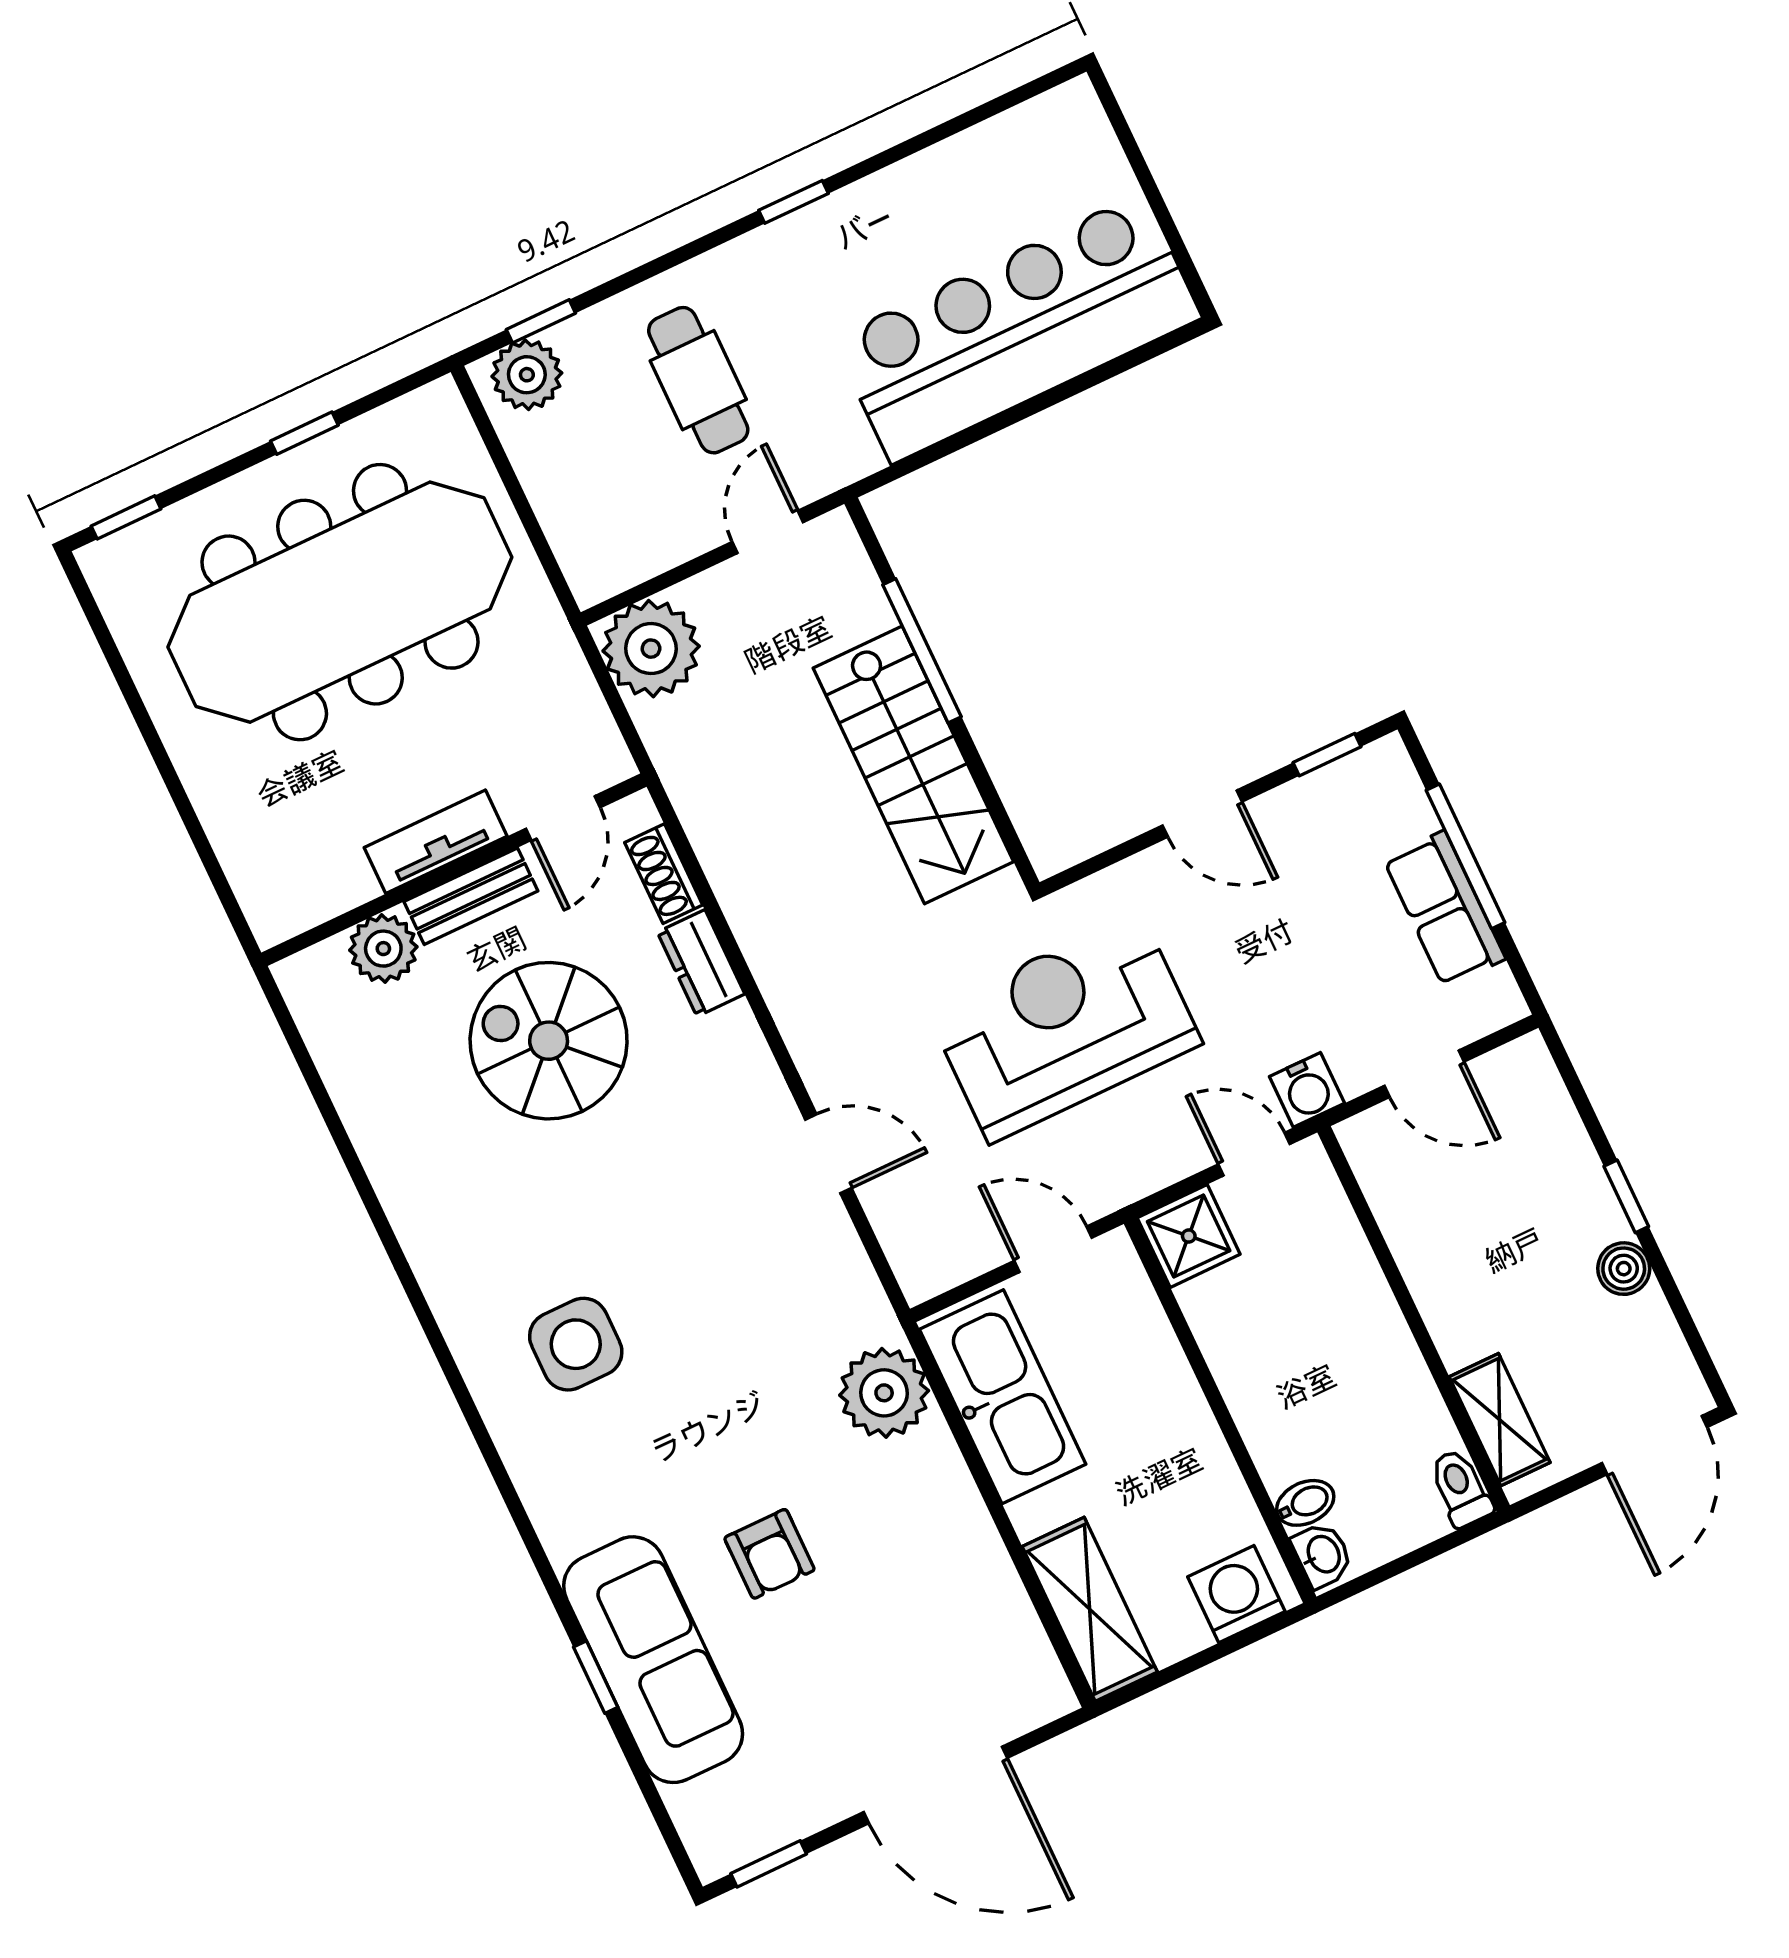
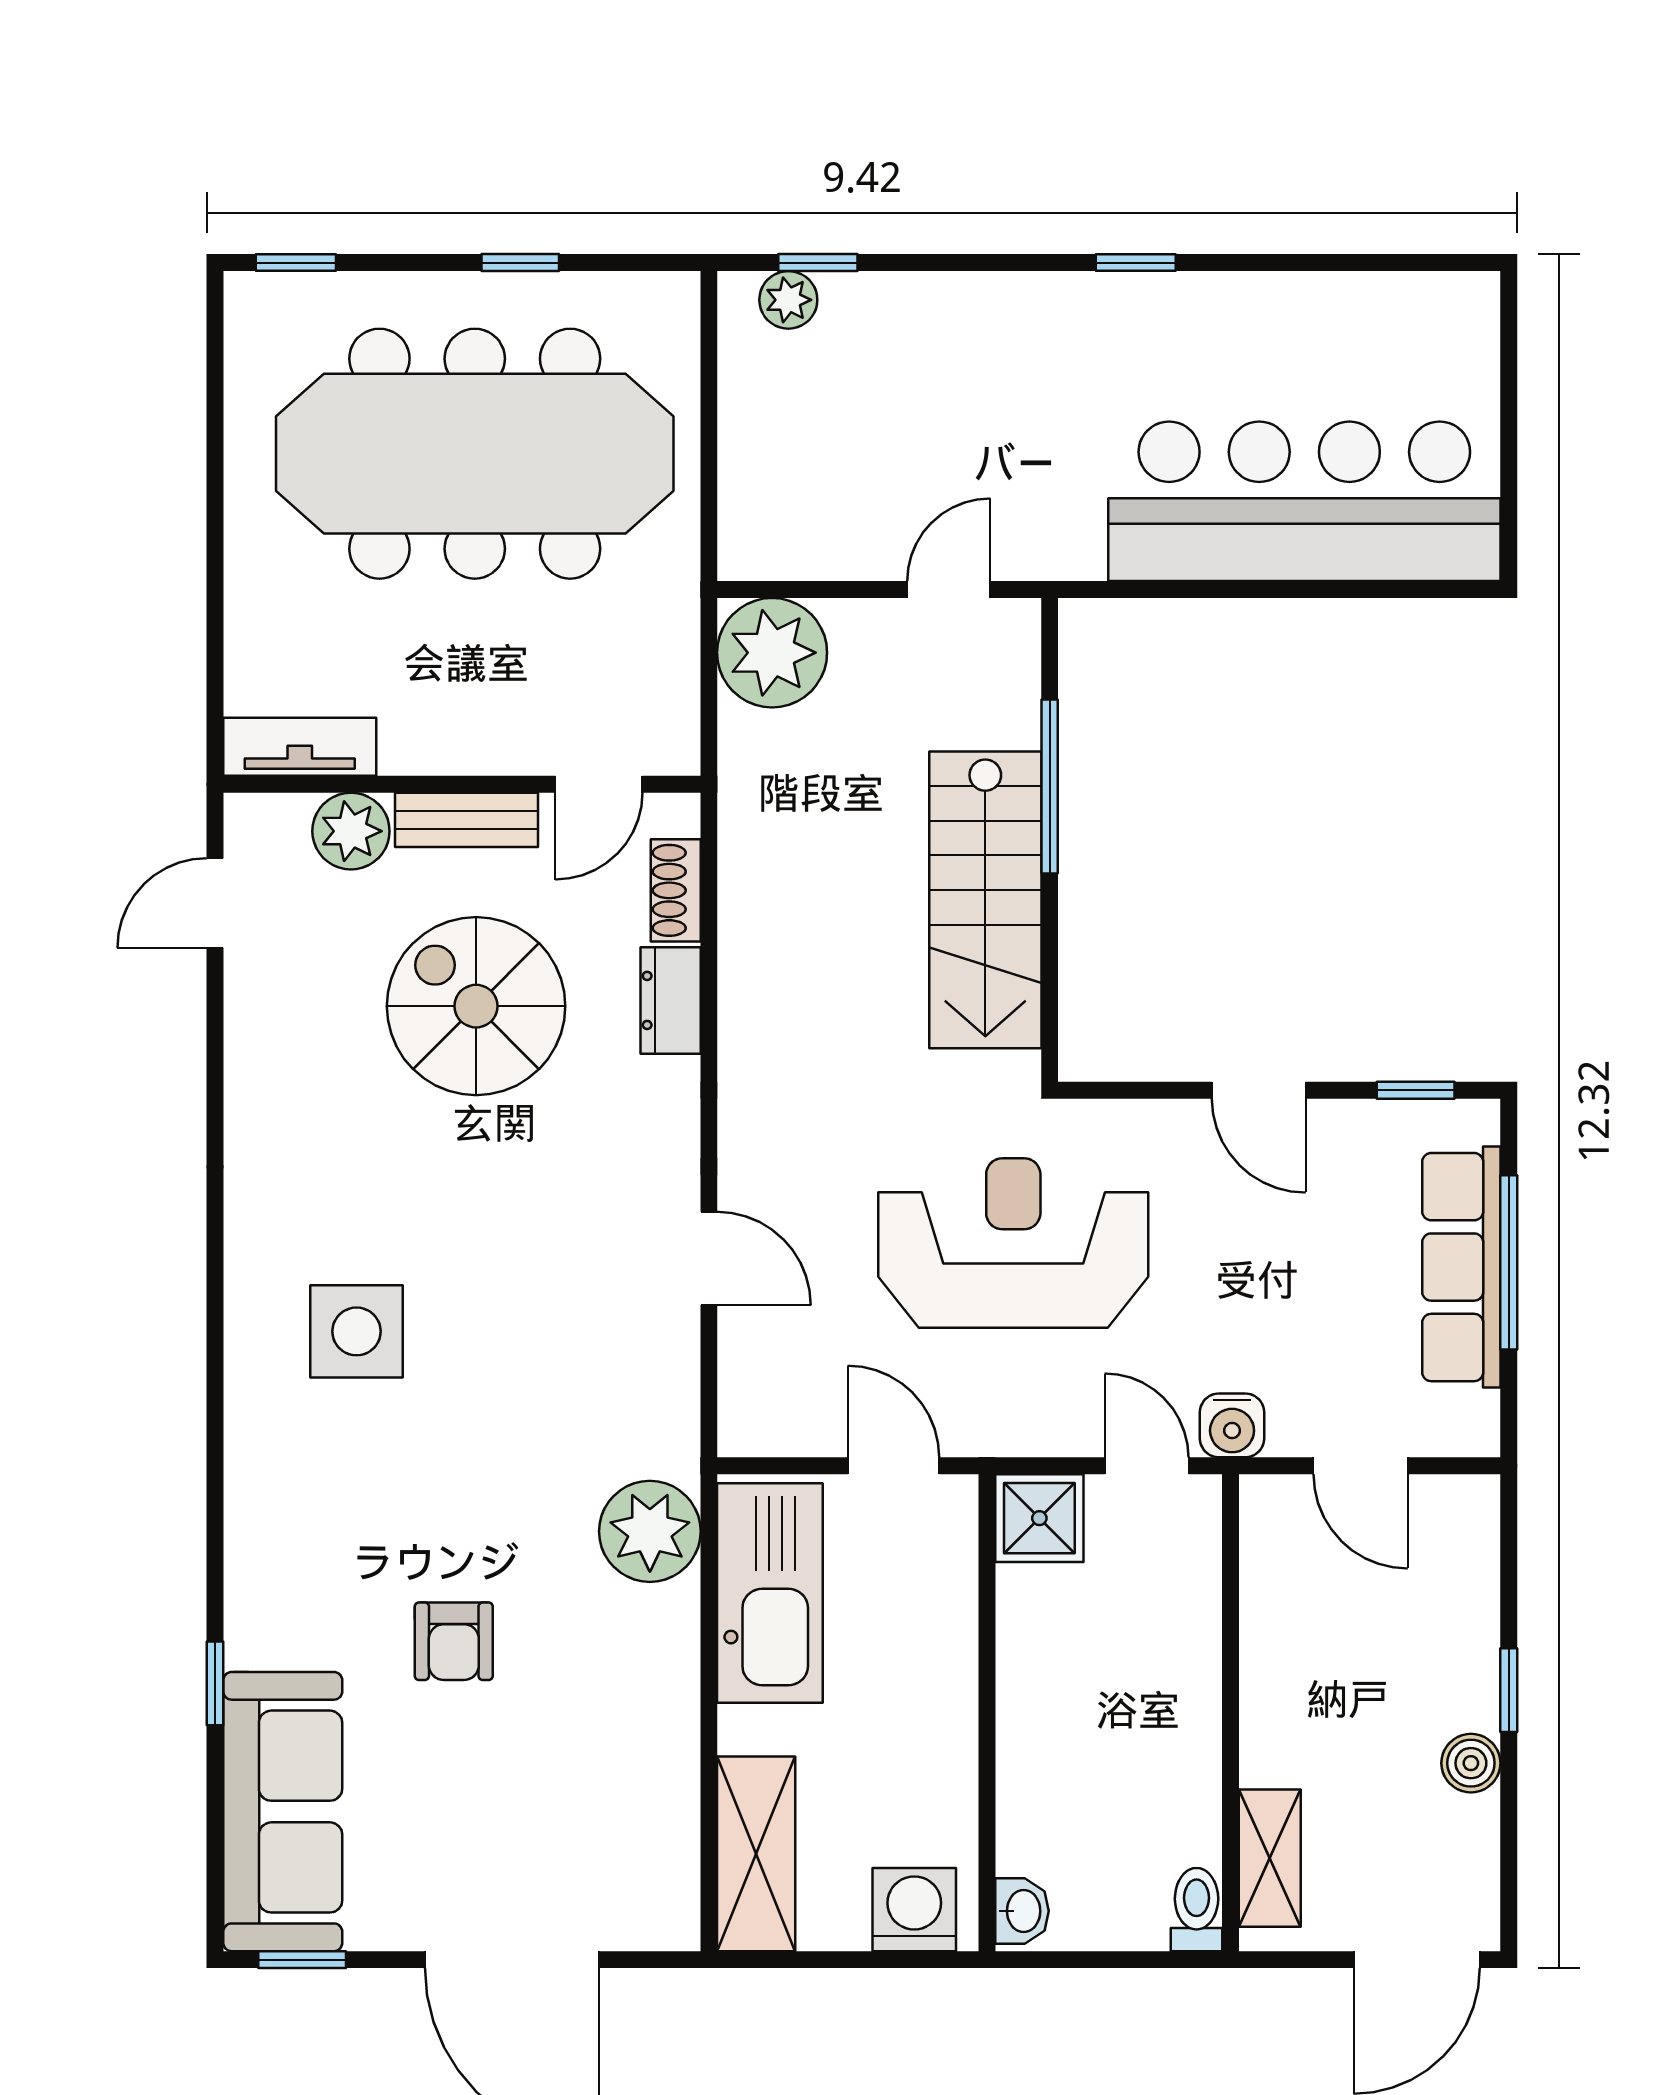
plant: (527, 375) -> (788, 300), width x0.73, depth x0.73
cafe table: (698, 380) -> (951, 400), removed
tv unit: (436, 842) -> (300, 747), moved
row of seats: (1444, 909) -> (1461, 1267), width x1.48
door: (302, 1057) -> (215, 903), added
bidet: (1305, 1503) -> (1030, 1849), removed
sofa: (653, 1660) -> (283, 1812), moved

